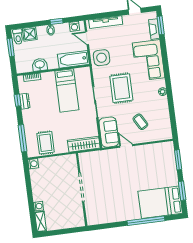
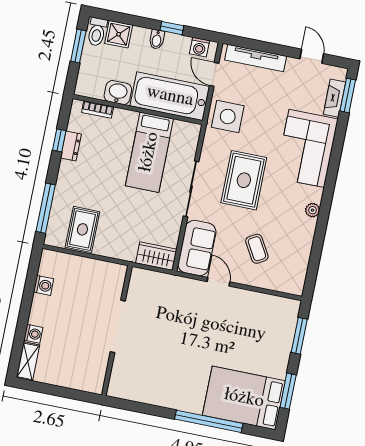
bathtub: (73, 59) -> (170, 96), width x1.36, depth x1.36
wardrobe: (84, 144) -> (156, 256), width x0.67
washing machine: (33, 164) -> (44, 285), moved

